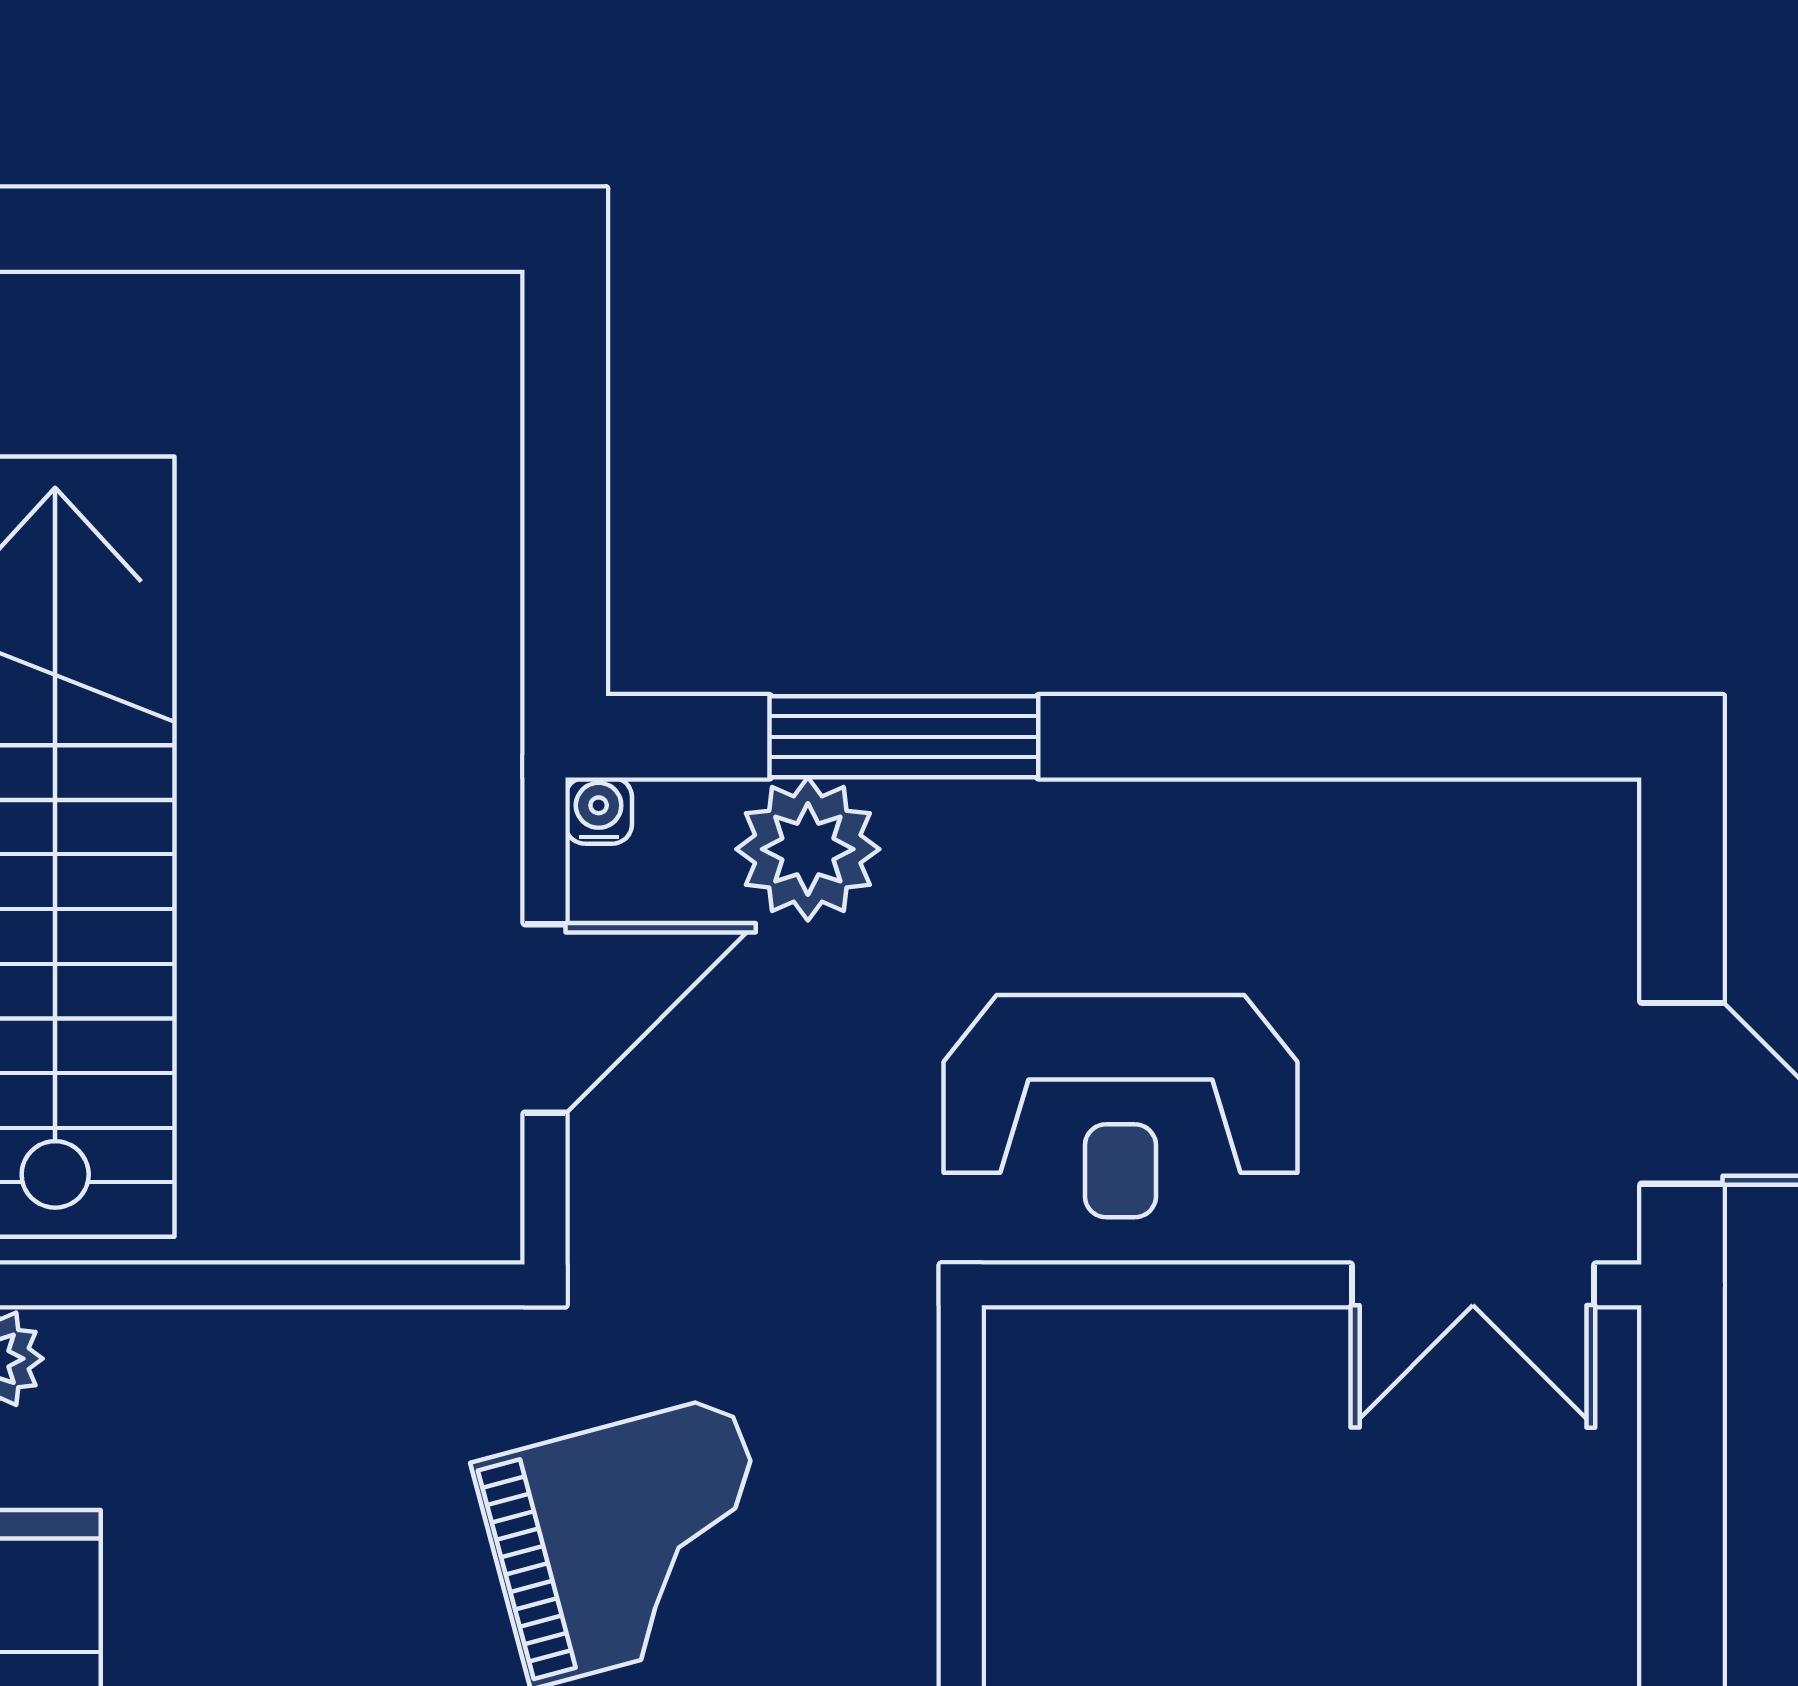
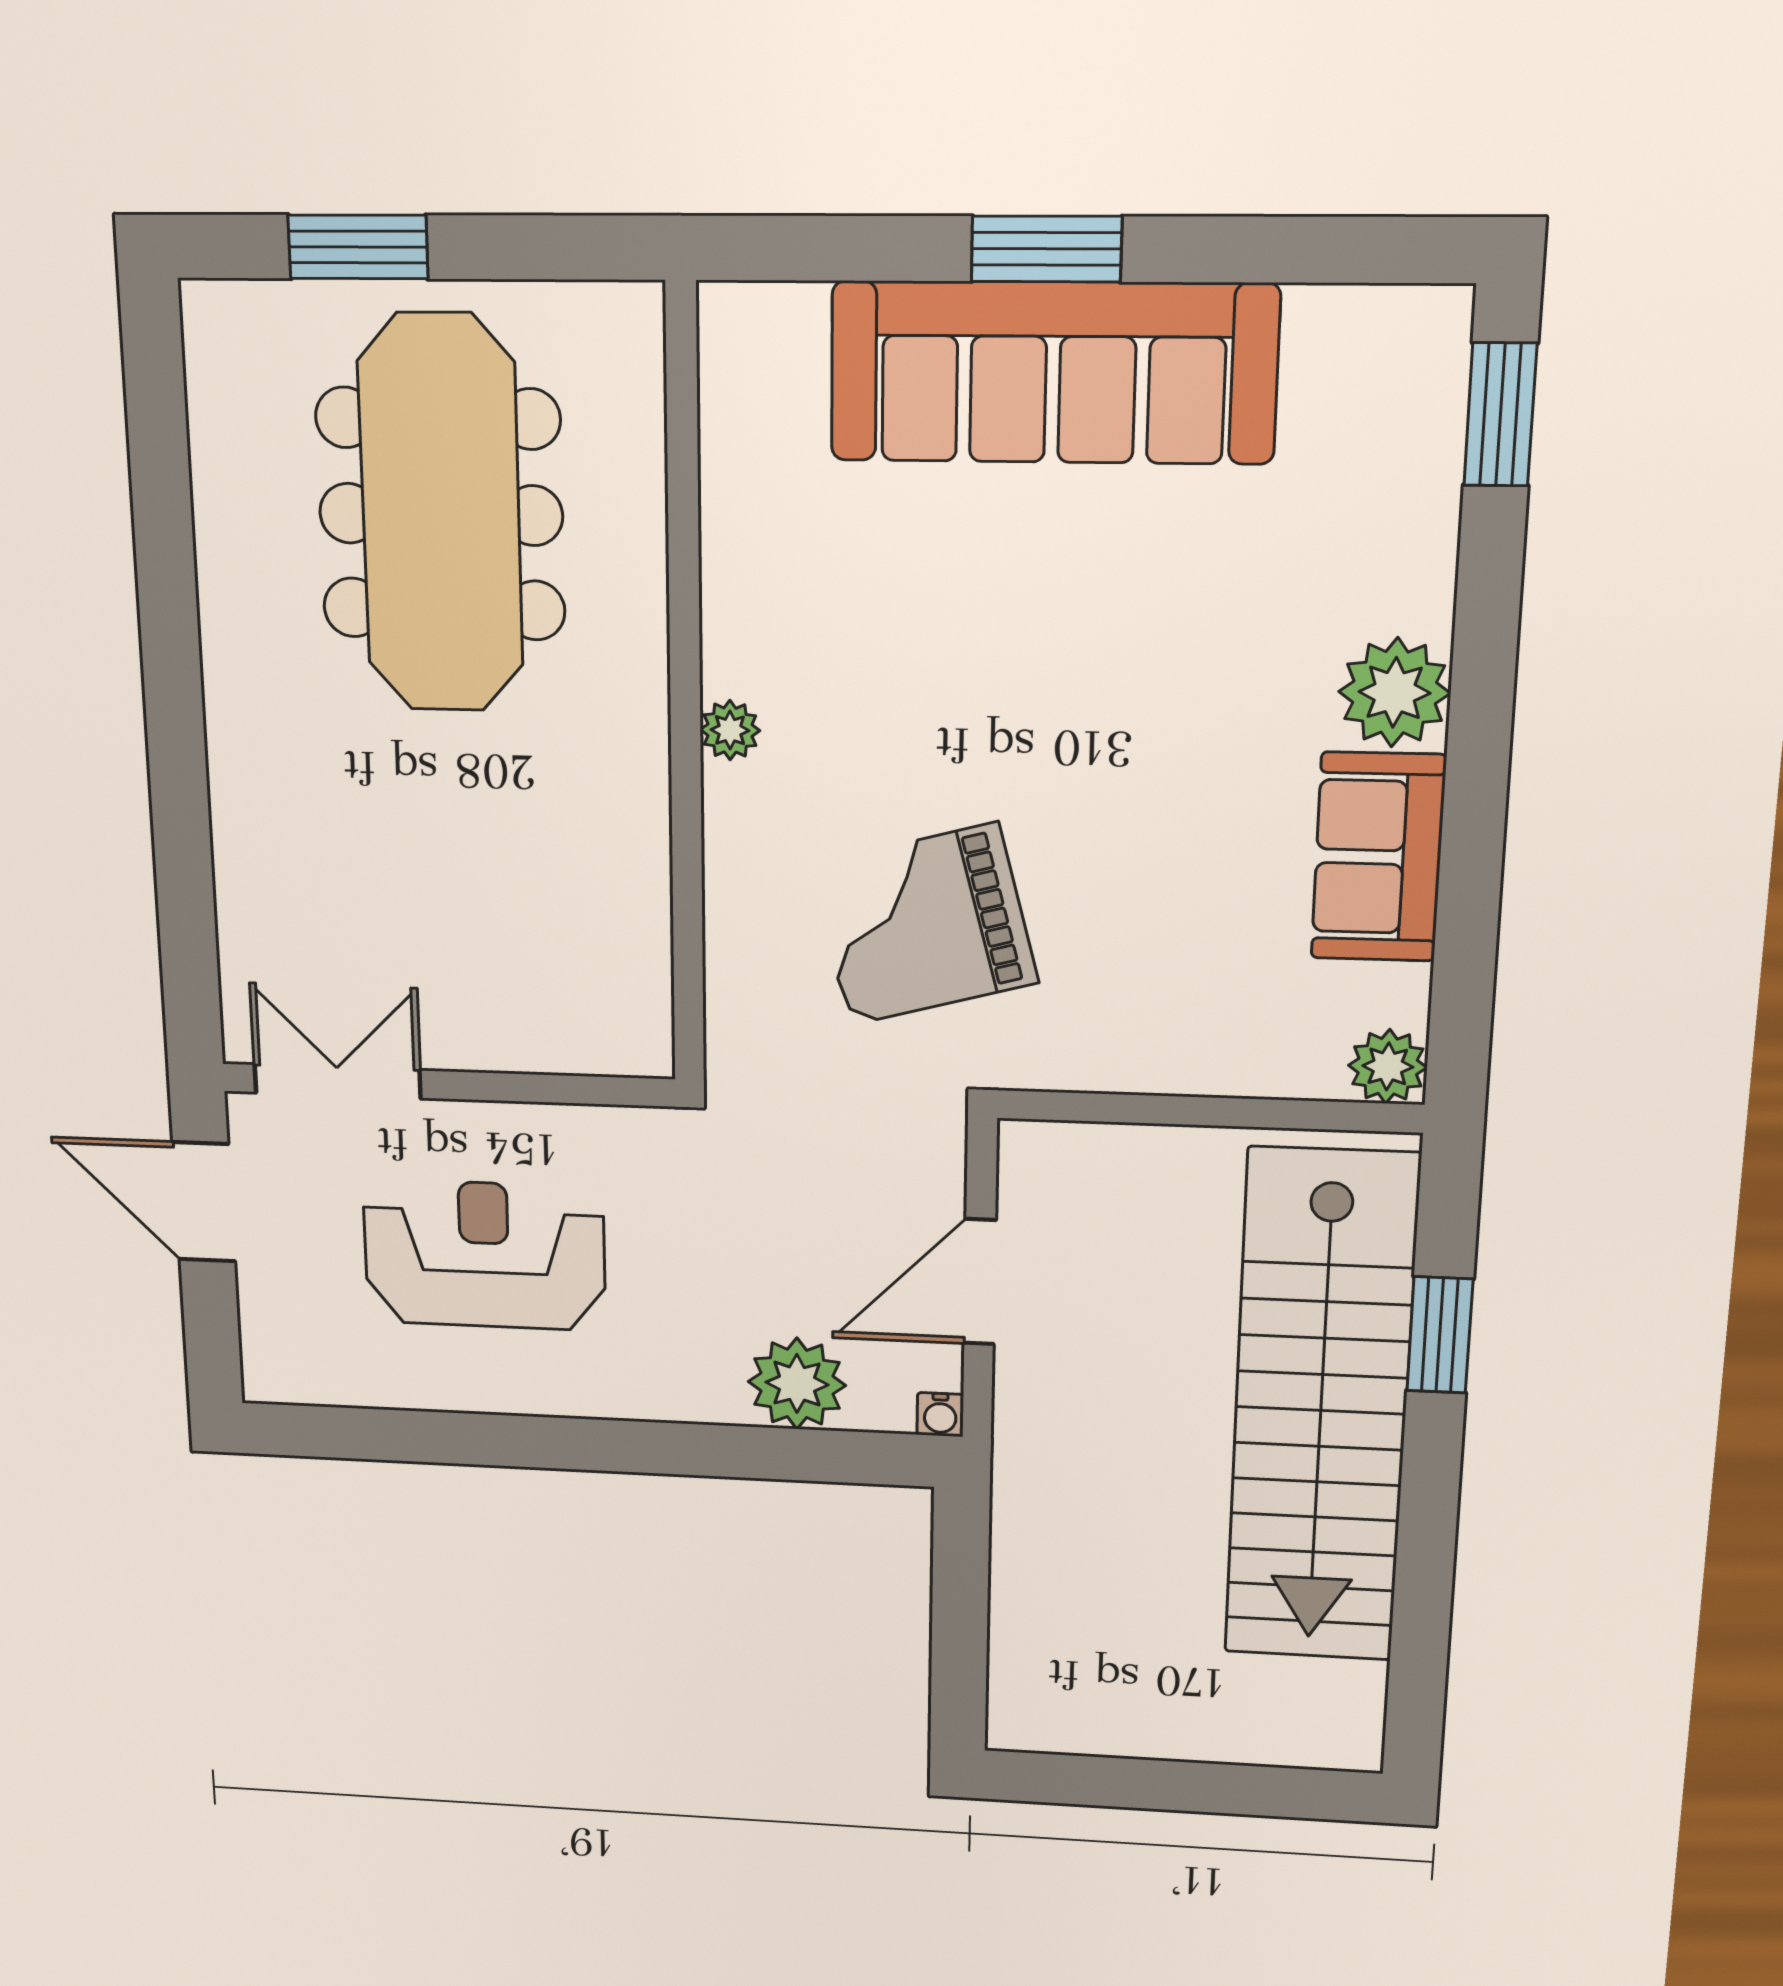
window: (904, 737) -> (732, 1452), removed
reception desk: (1120, 1106) -> (484, 1255), moved

